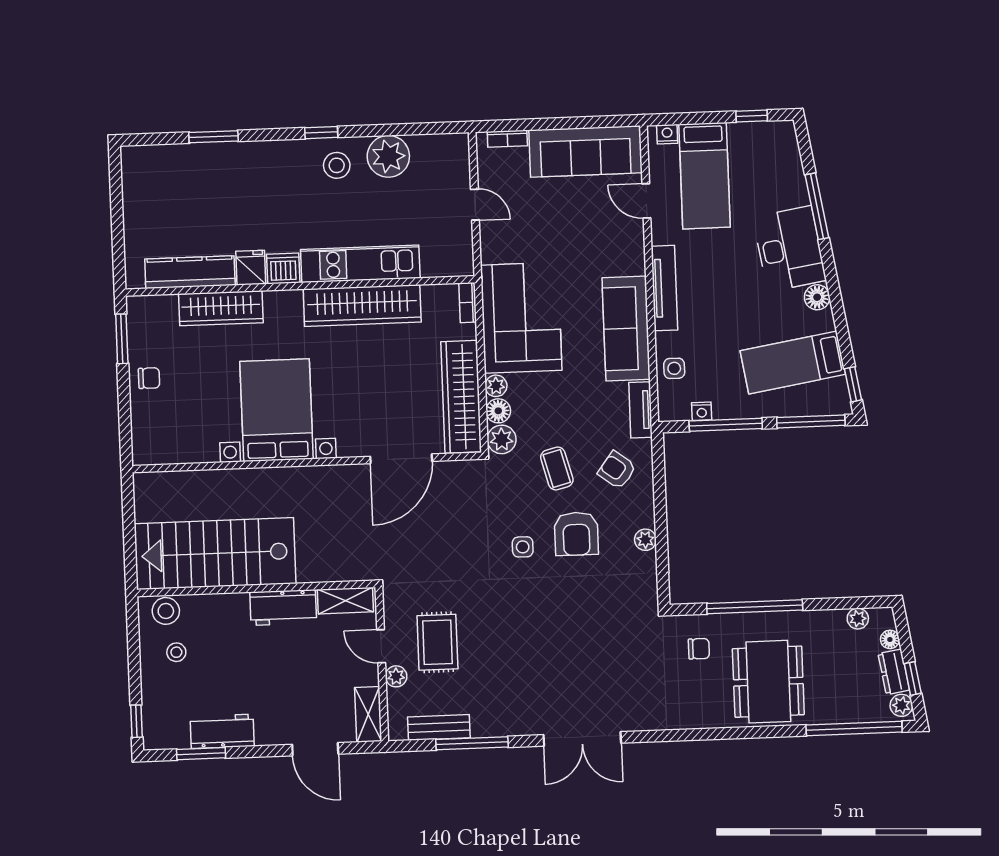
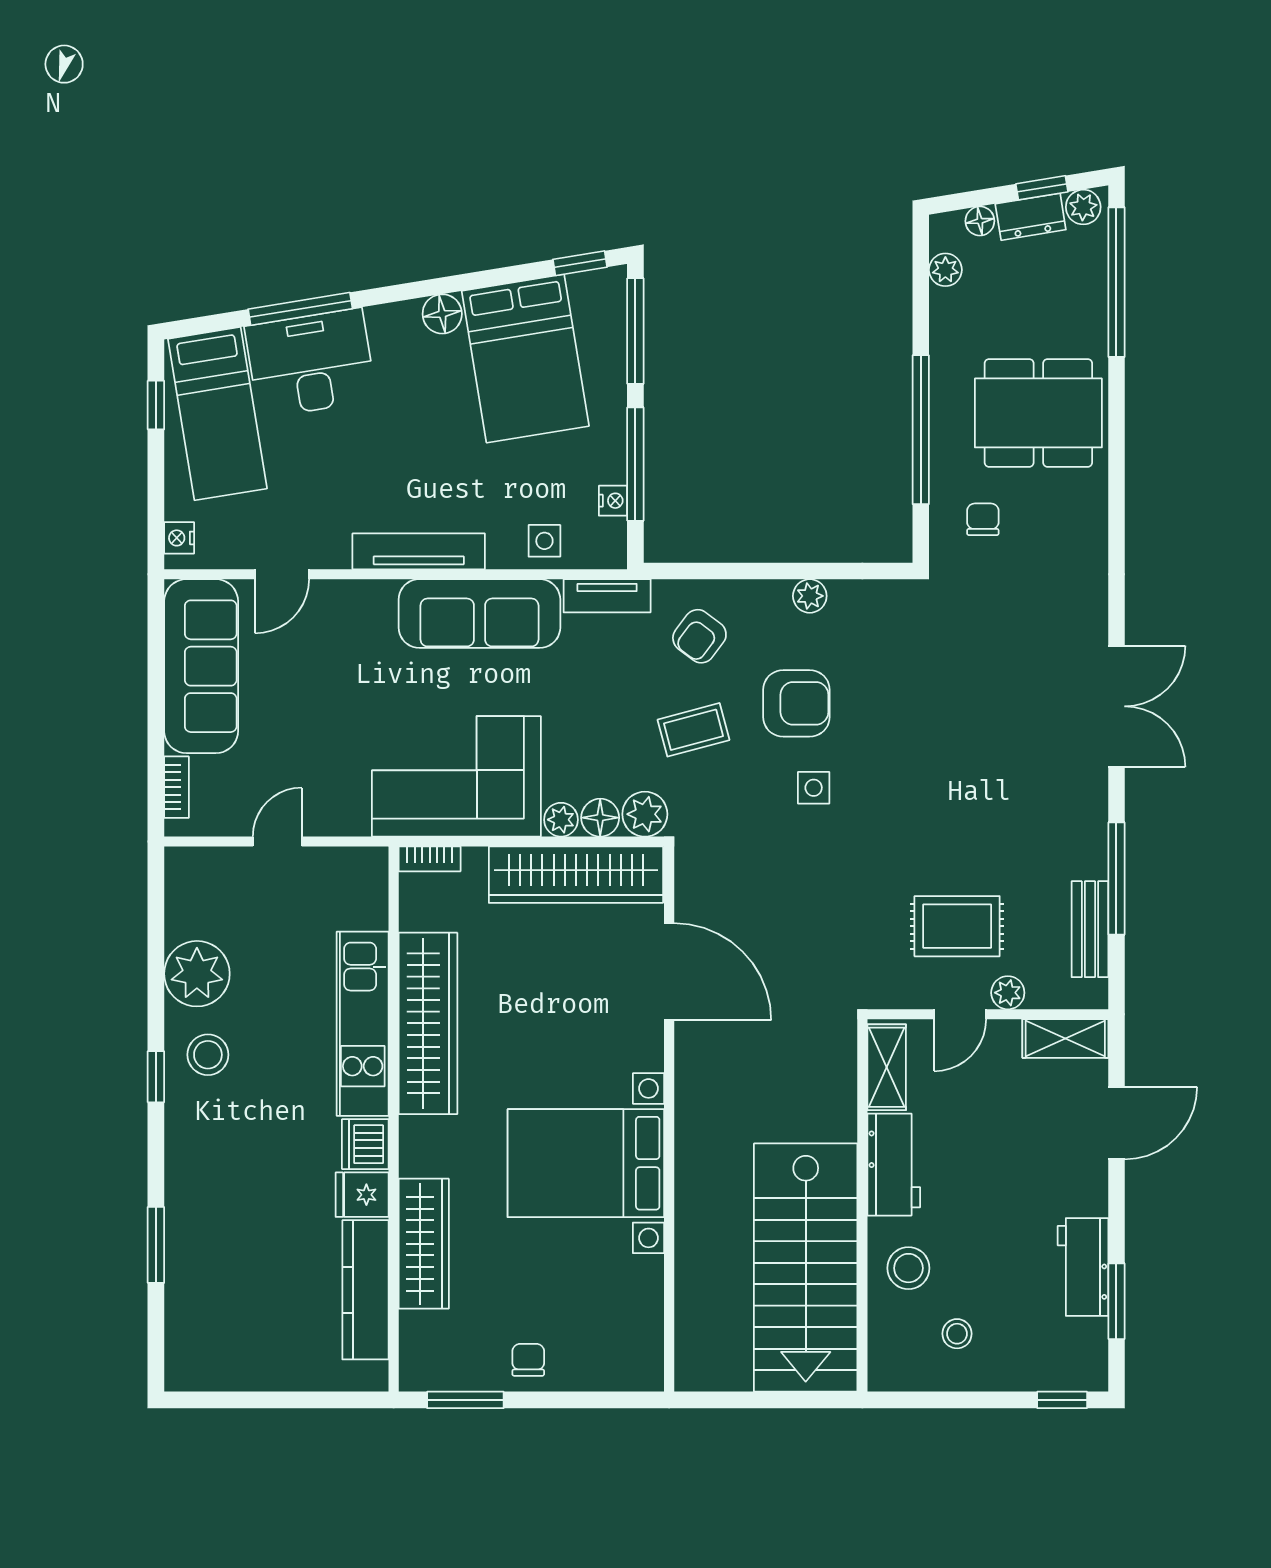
bed: (705, 176) -> (217, 414), moved, turned 81
desk: (789, 249) -> (311, 363), moved
bed: (793, 363) -> (525, 358), width x1.50
stool: (166, 611) -> (908, 1268), moved

